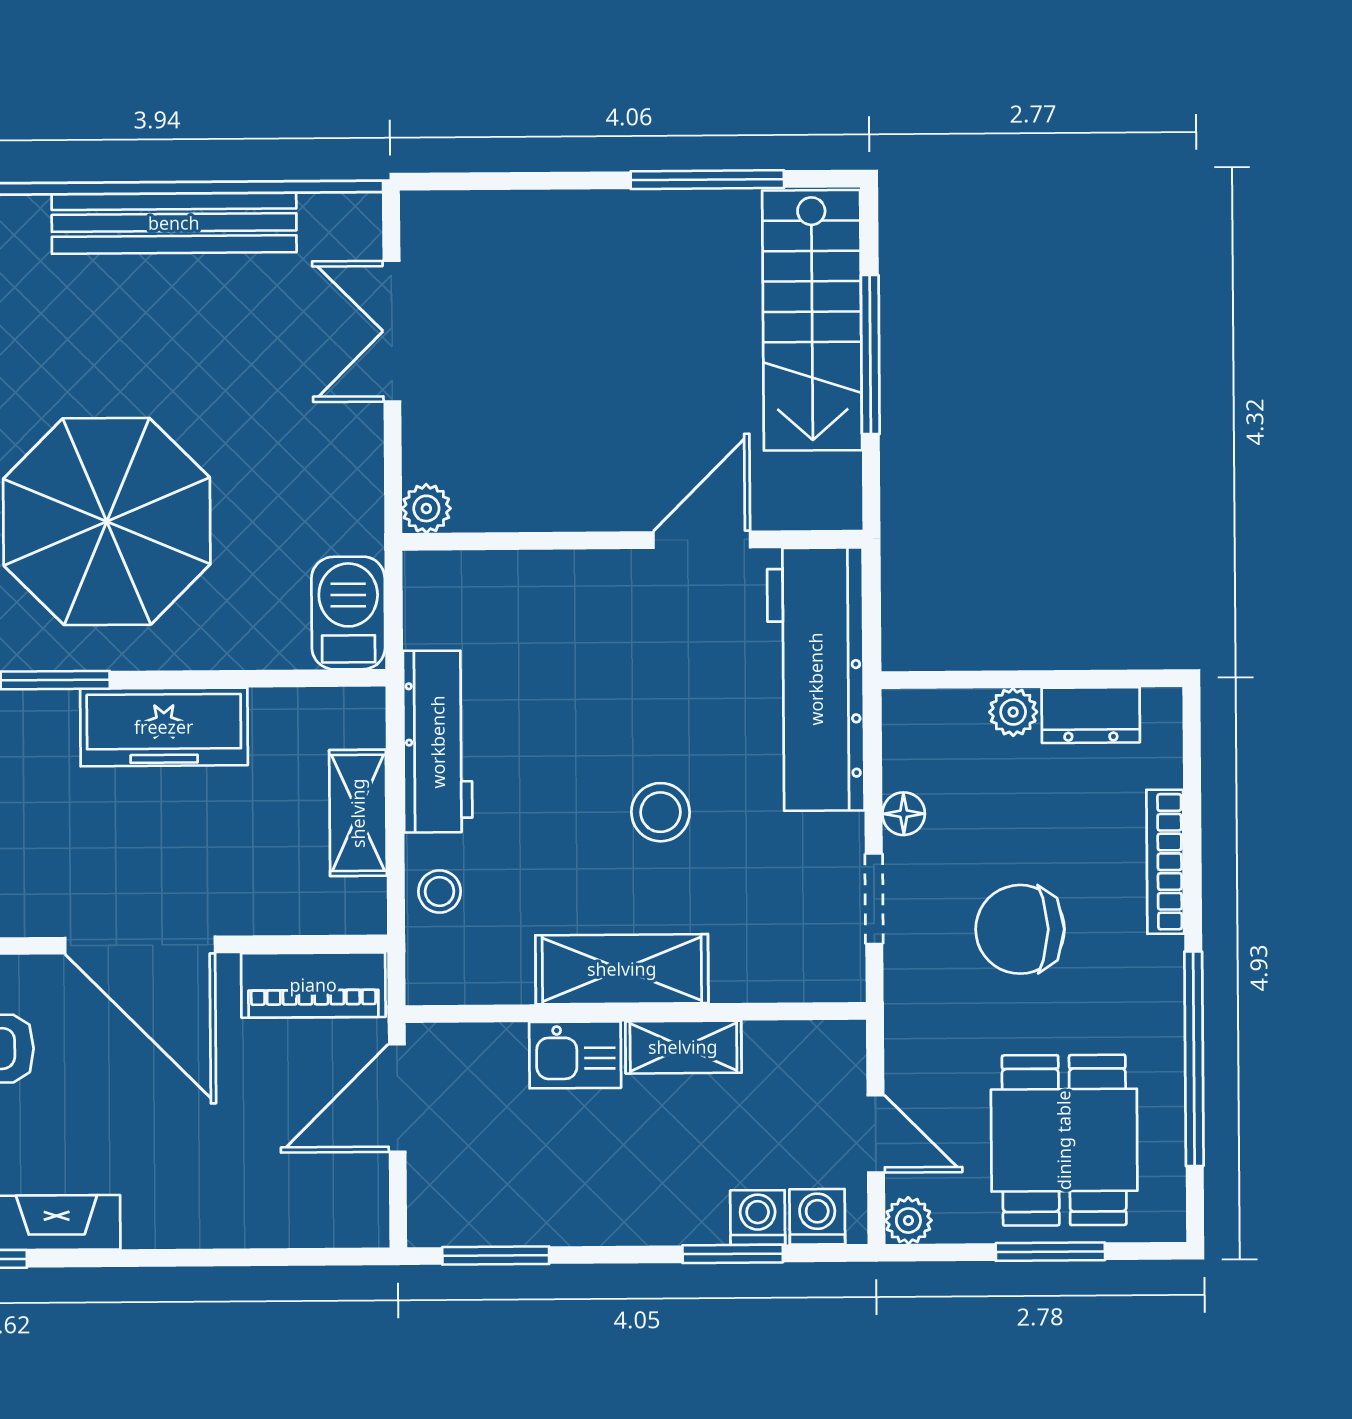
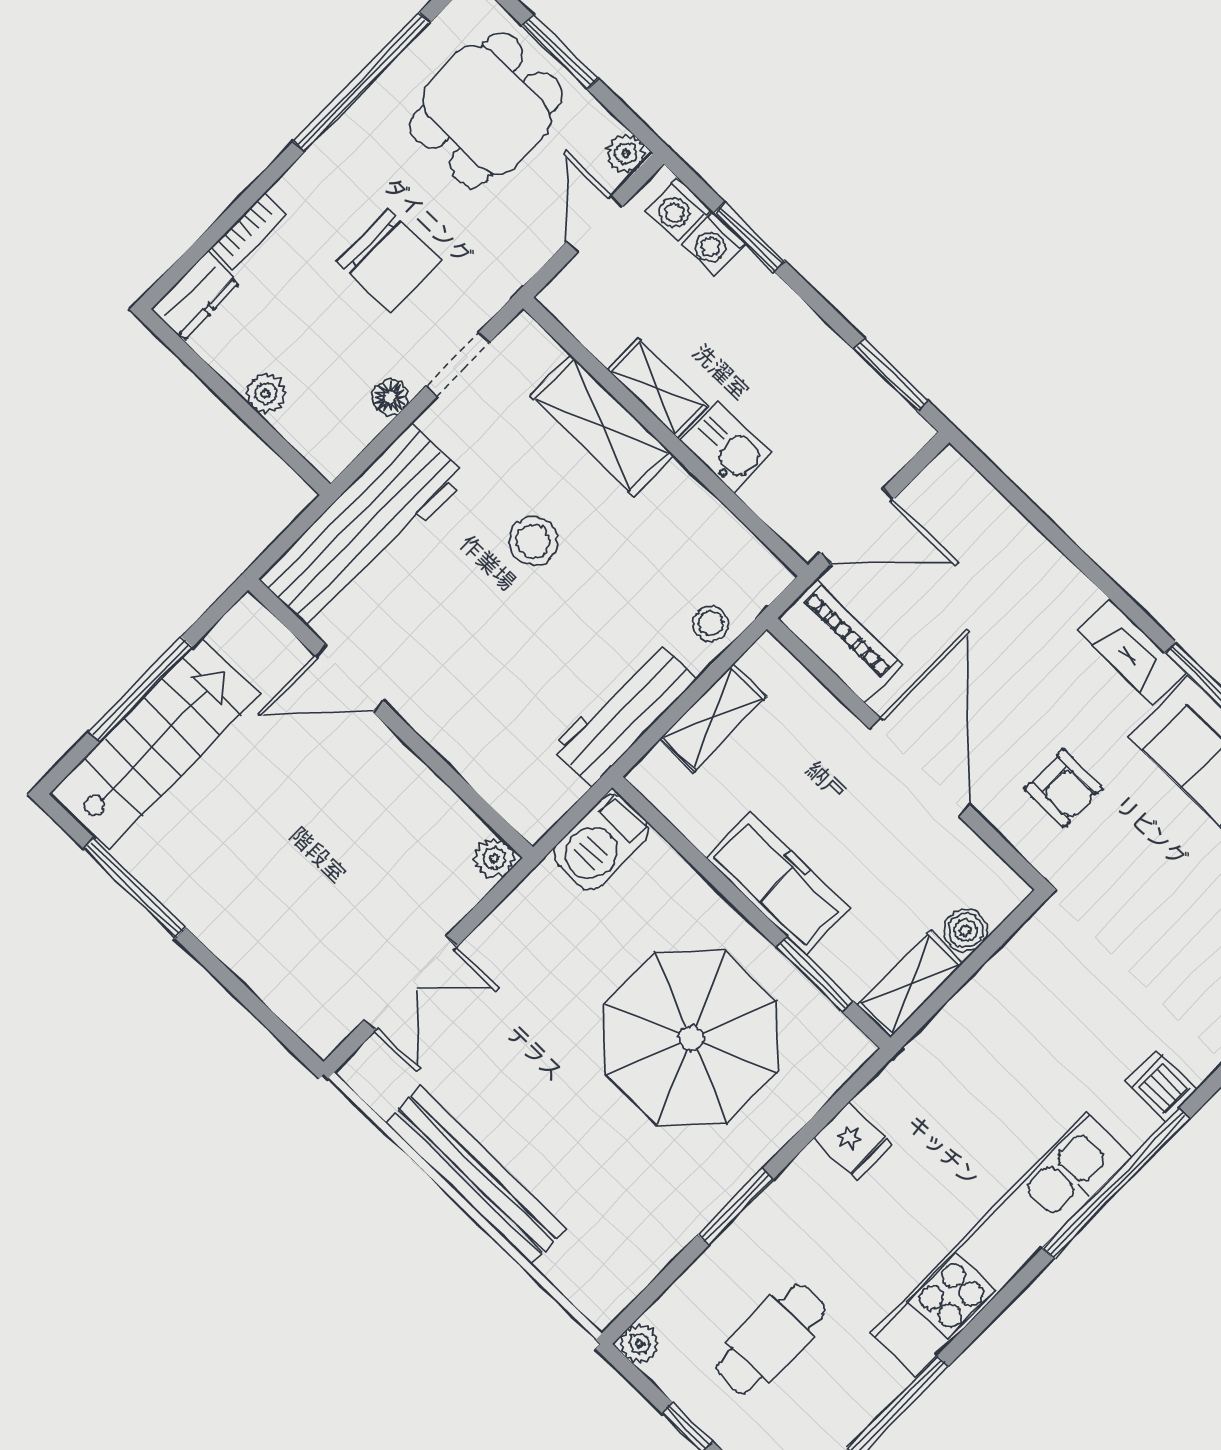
dresser: (1091, 715) -> (196, 296), moved, turned 90
bookcase: (1165, 862) -> (248, 231), width x0.64
shelving: (622, 969) -> (602, 426), moved

